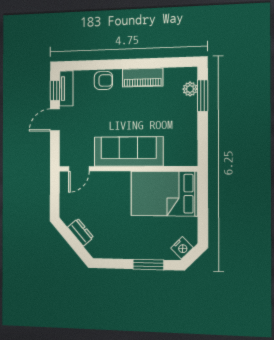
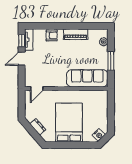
window: (203, 96) -> (111, 61), moved
sofa: (129, 152) -> (87, 78), moved
bed: (164, 194) -> (69, 123), moved, turned 90
window: (148, 265) -> (79, 145), removed

